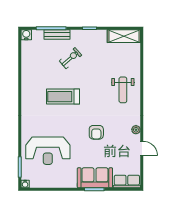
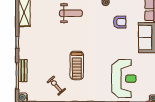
exercise bike: (71, 58) -> (56, 86), moved
armchair: (96, 132) -> (120, 22), moved

